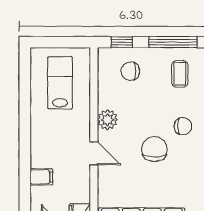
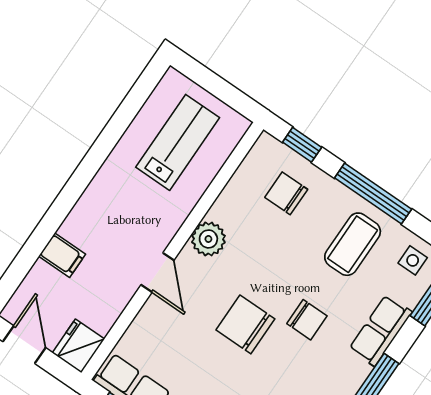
coffee table: (180, 74) -> (353, 244), width x1.36, depth x1.30
chair: (154, 149) -> (245, 324), turned -90

